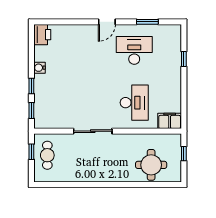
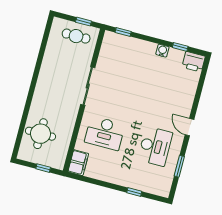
window: (31, 86) -> (180, 47), moved

